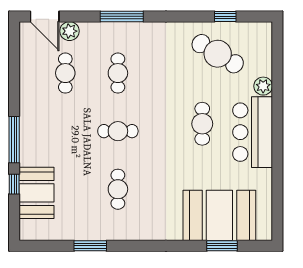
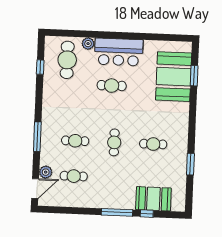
cafe table: (218, 54) -> (67, 60), moved, turned -31

